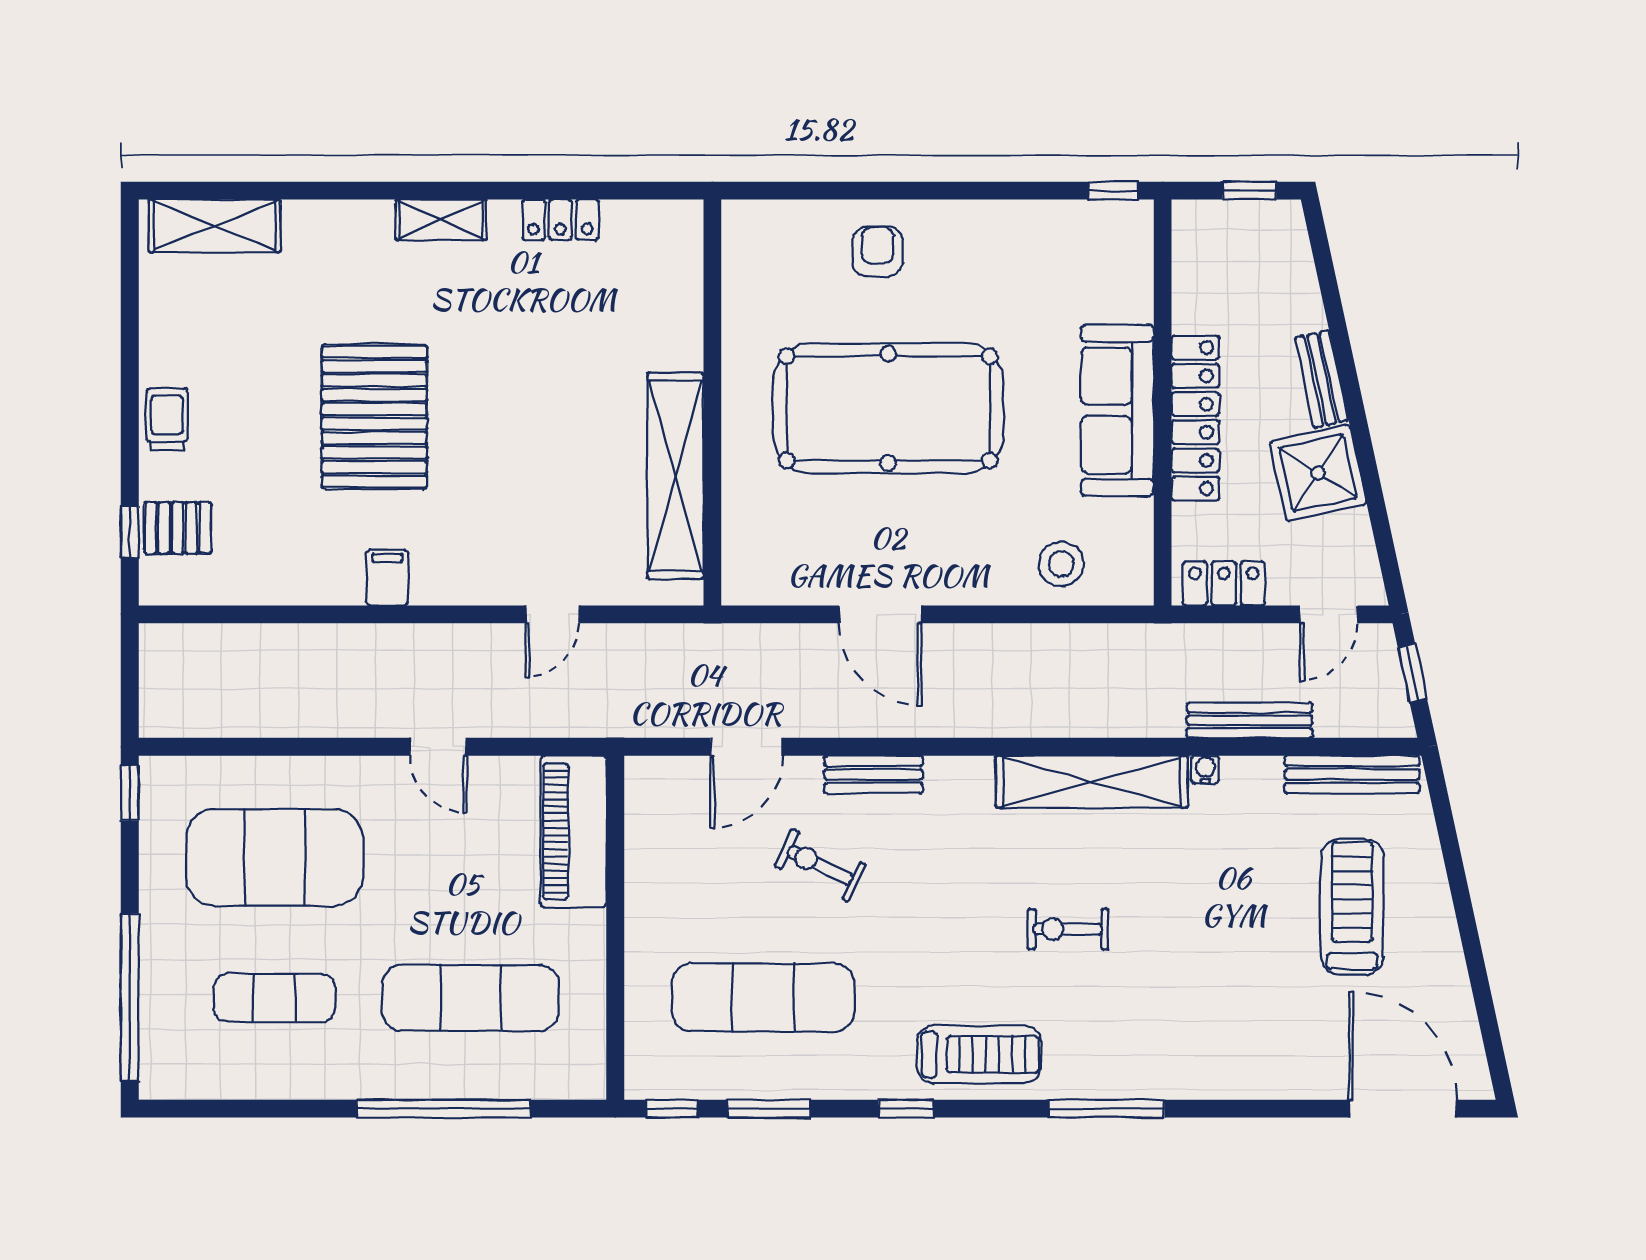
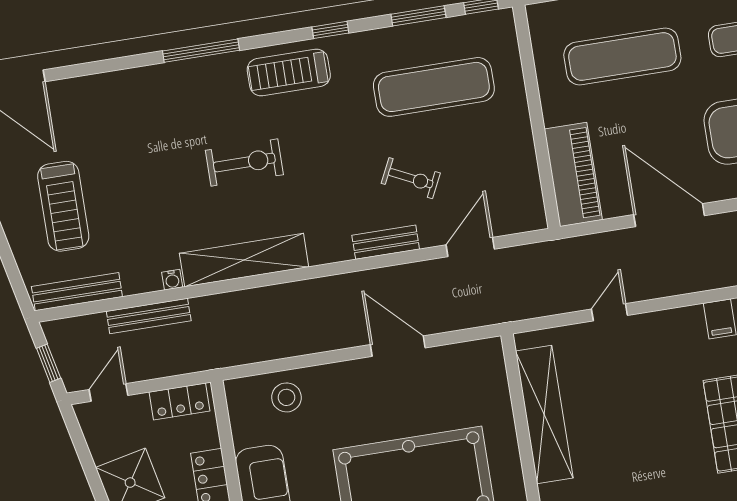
door: (439, 747) -> (669, 215), width x1.87
exercise bike: (1068, 929) -> (244, 163), width x1.38, depth x1.39

